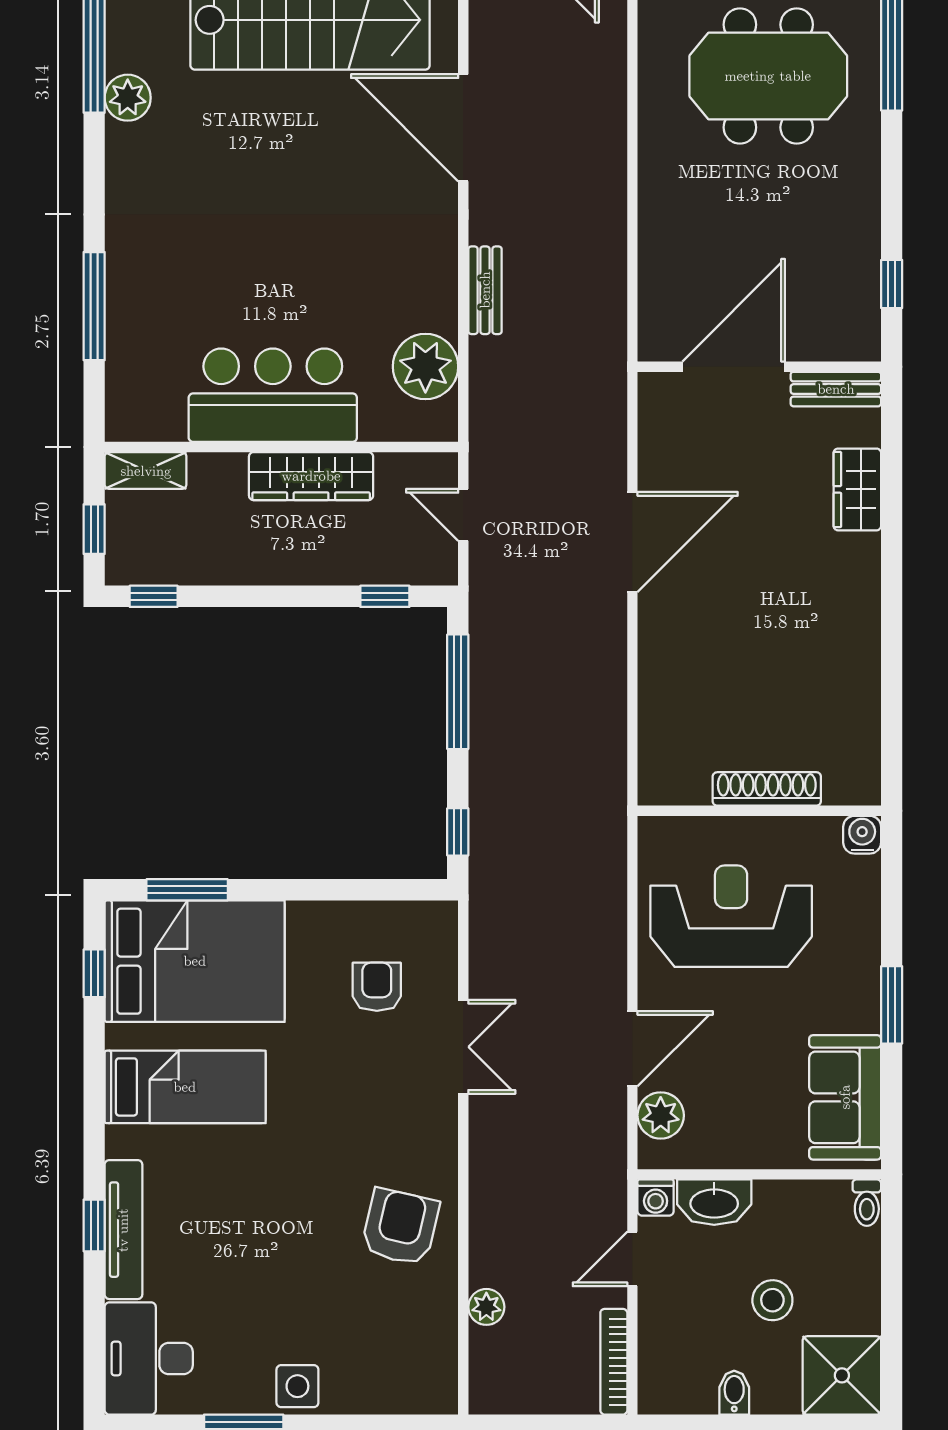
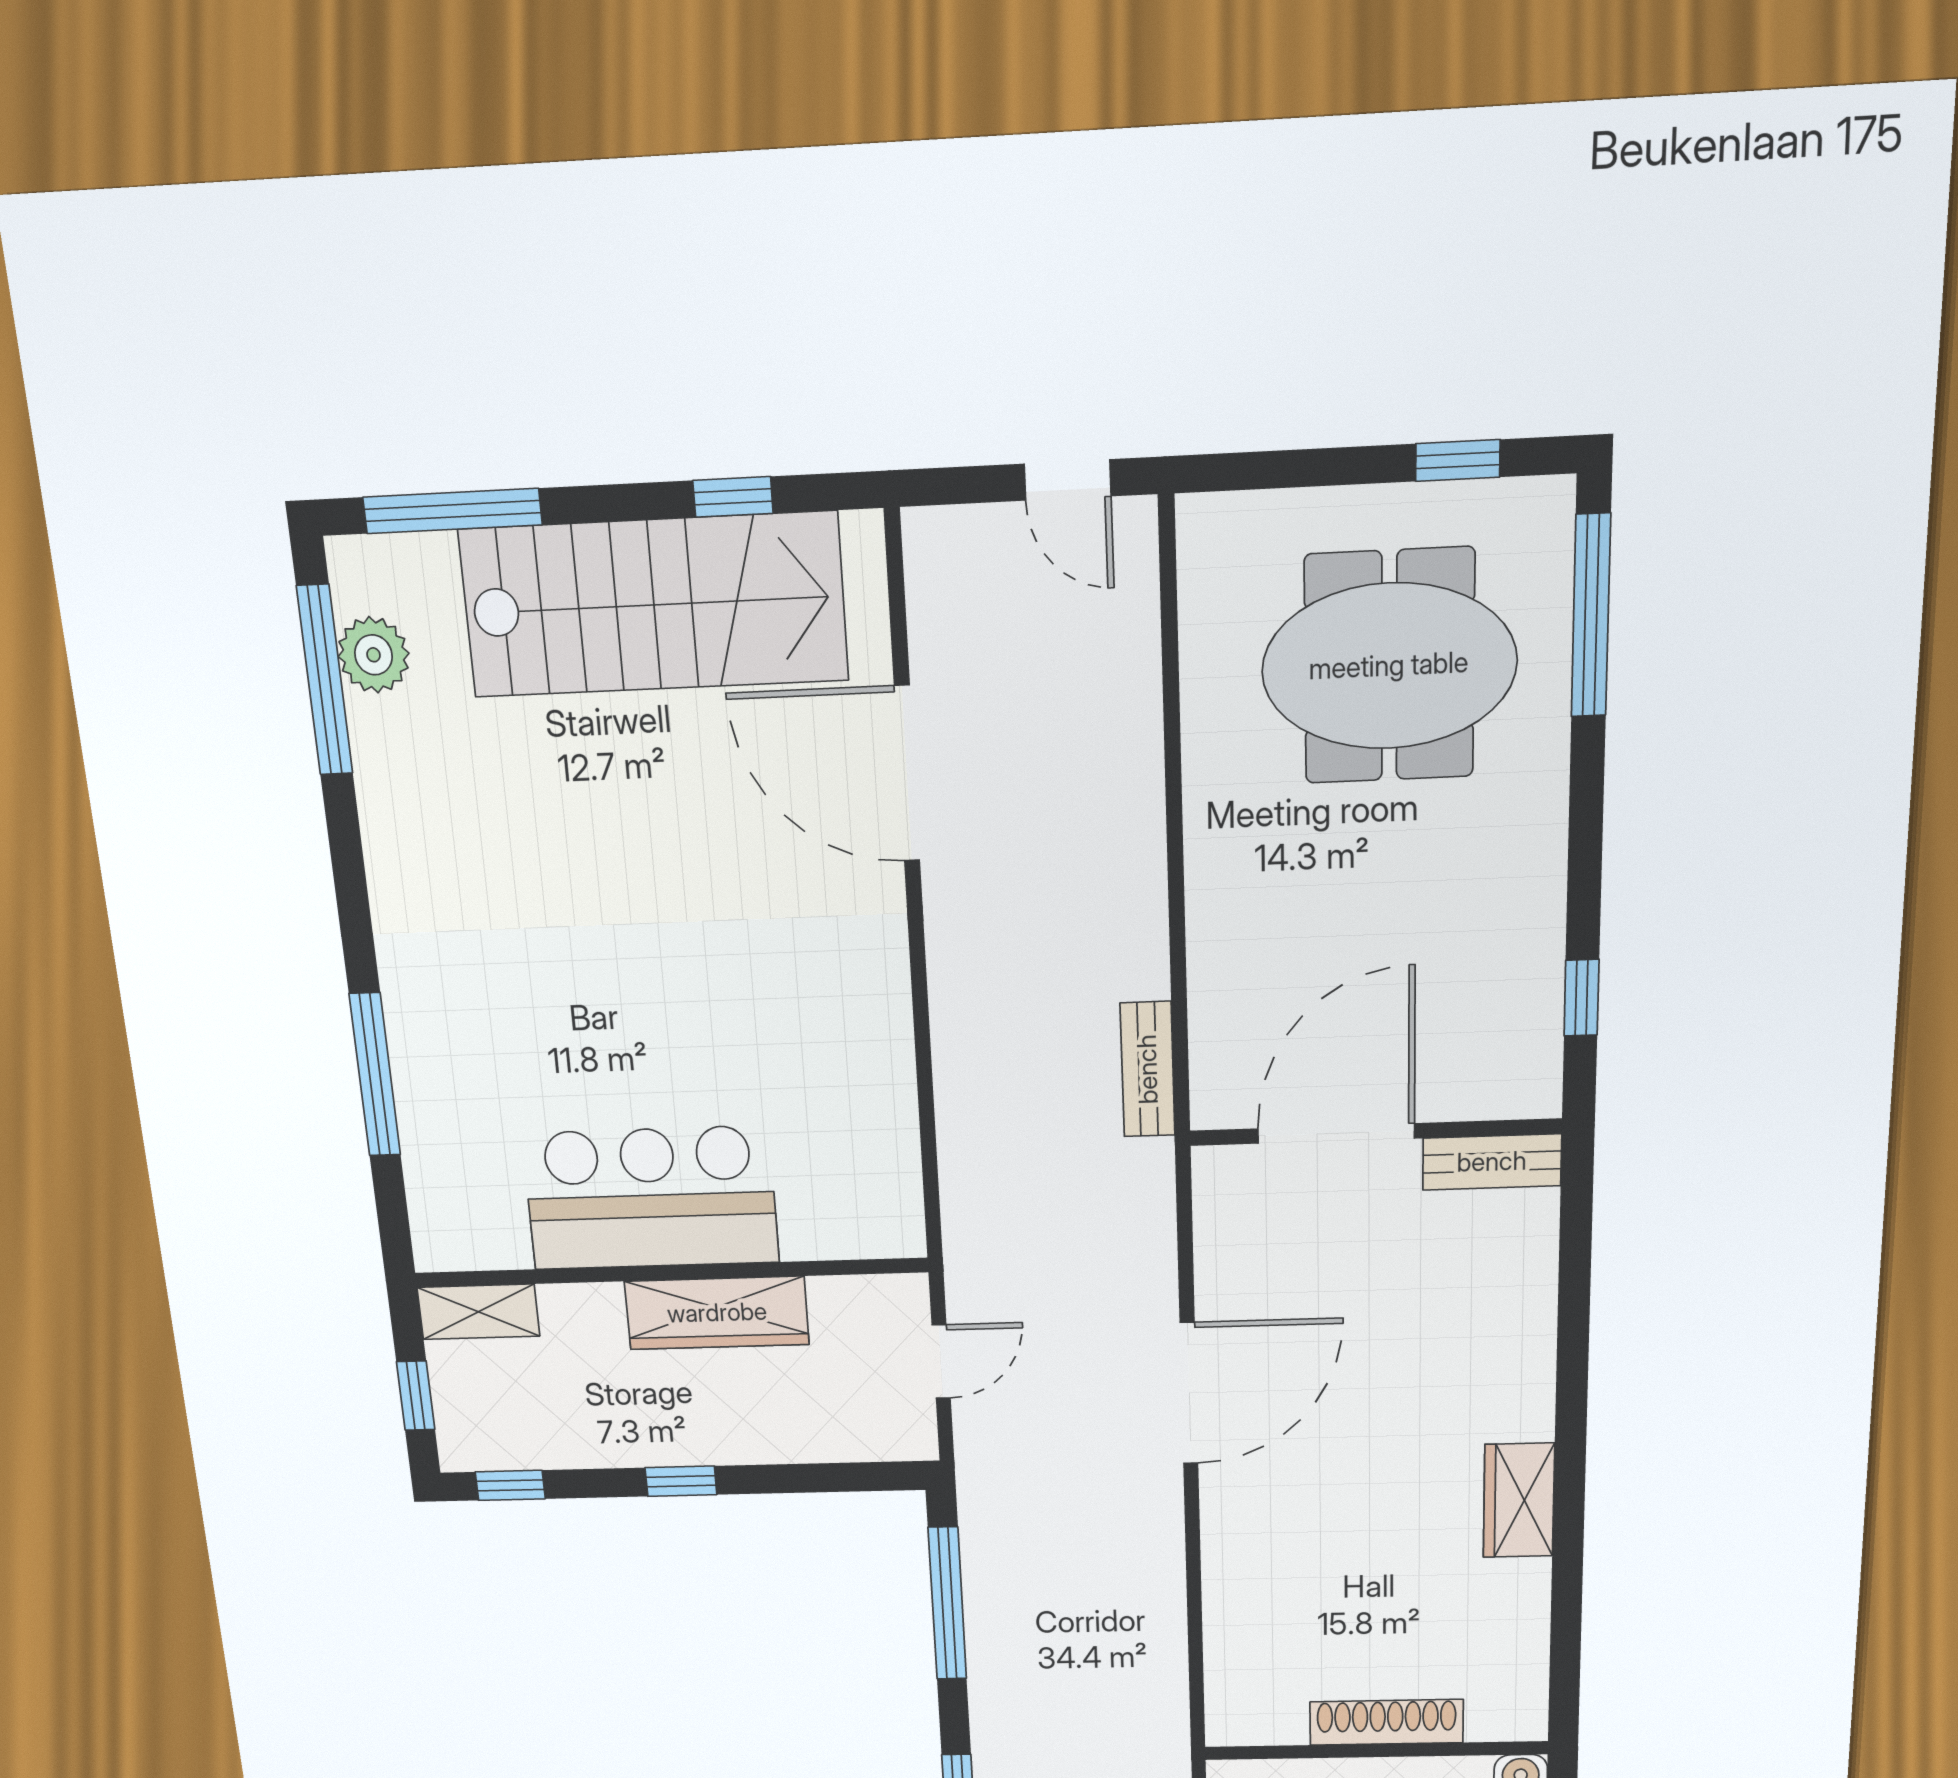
plant: (128, 98) -> (374, 655), moved
bench: (485, 290) -> (1148, 1069), moved
plant: (425, 367) -> (872, 1148), removed
wardrobe: (857, 489) -> (1519, 1500), moved
door: (463, 515) -> (941, 1362), swing flipped
window: (385, 596) -> (681, 1481), moved

